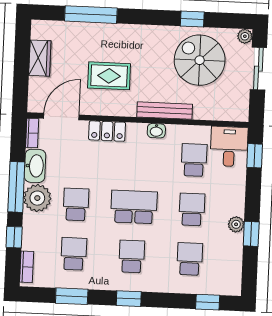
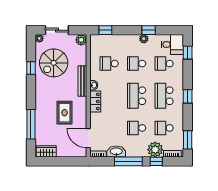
wardrobe: (40, 58) -> (46, 151), moved
plant: (239, 111) -> (81, 40), added
locker: (107, 131) -> (95, 101), moved
desk: (229, 146) -> (172, 44), moved, turned 180
plant: (37, 198) -> (155, 150), moved
school desk: (132, 256) -> (164, 96), width x1.85
window: (72, 296) -> (188, 140), moved

